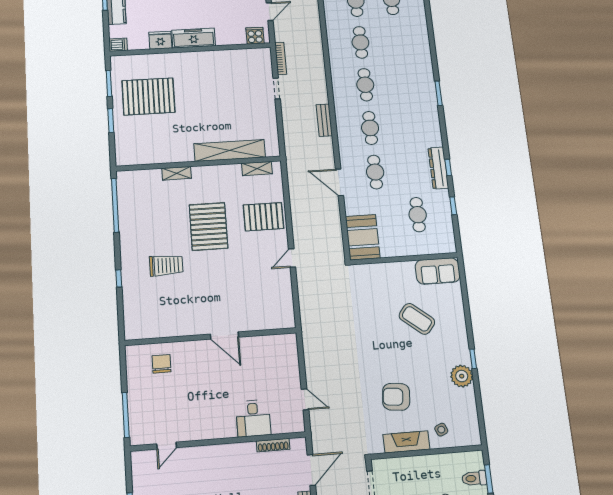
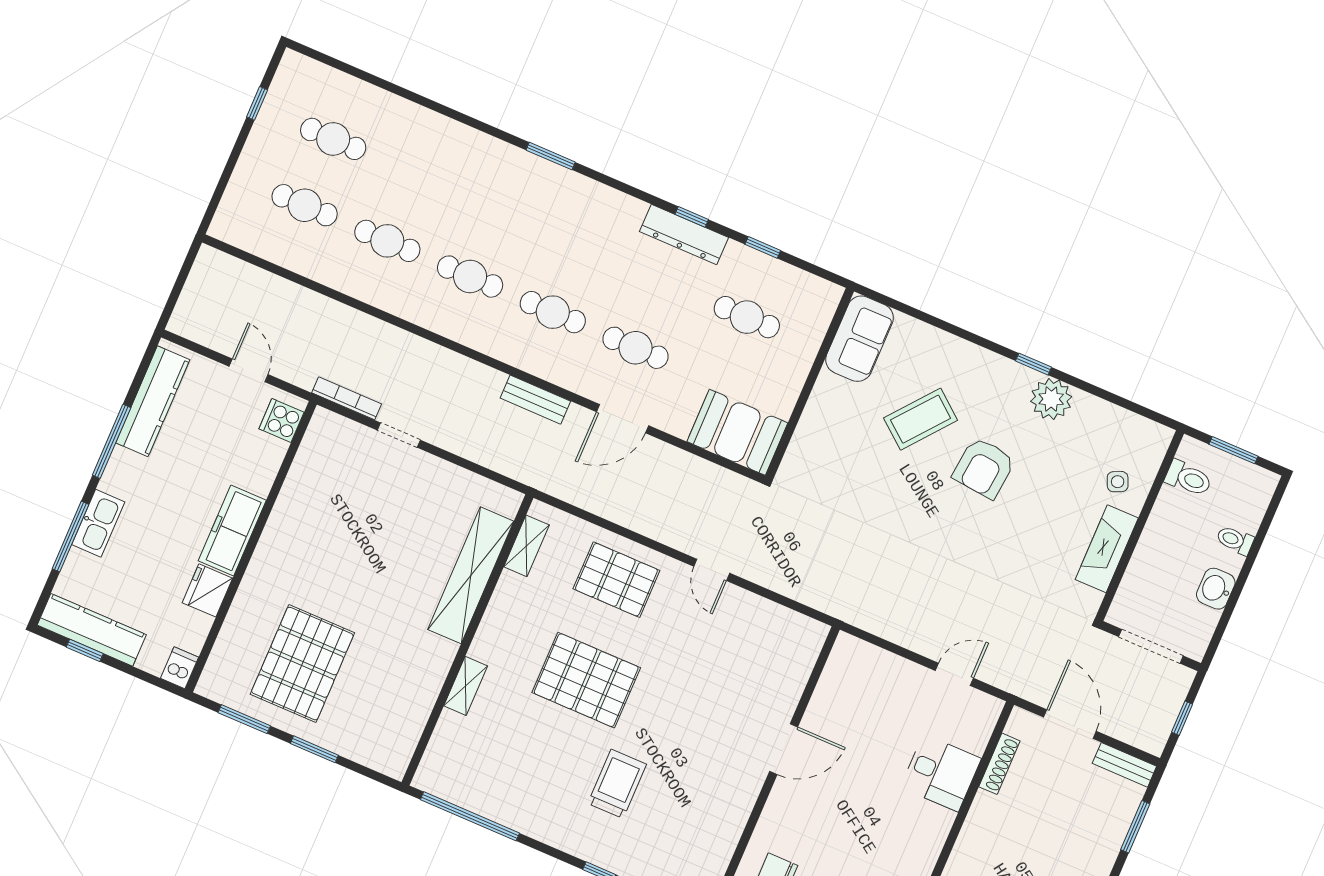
bench: (324, 120) -> (535, 400), moved
pallet: (263, 217) -> (616, 580), turned 90
armchair: (396, 397) -> (984, 468), moved
toilet: (474, 478) -> (1188, 478), moved, turned -90

